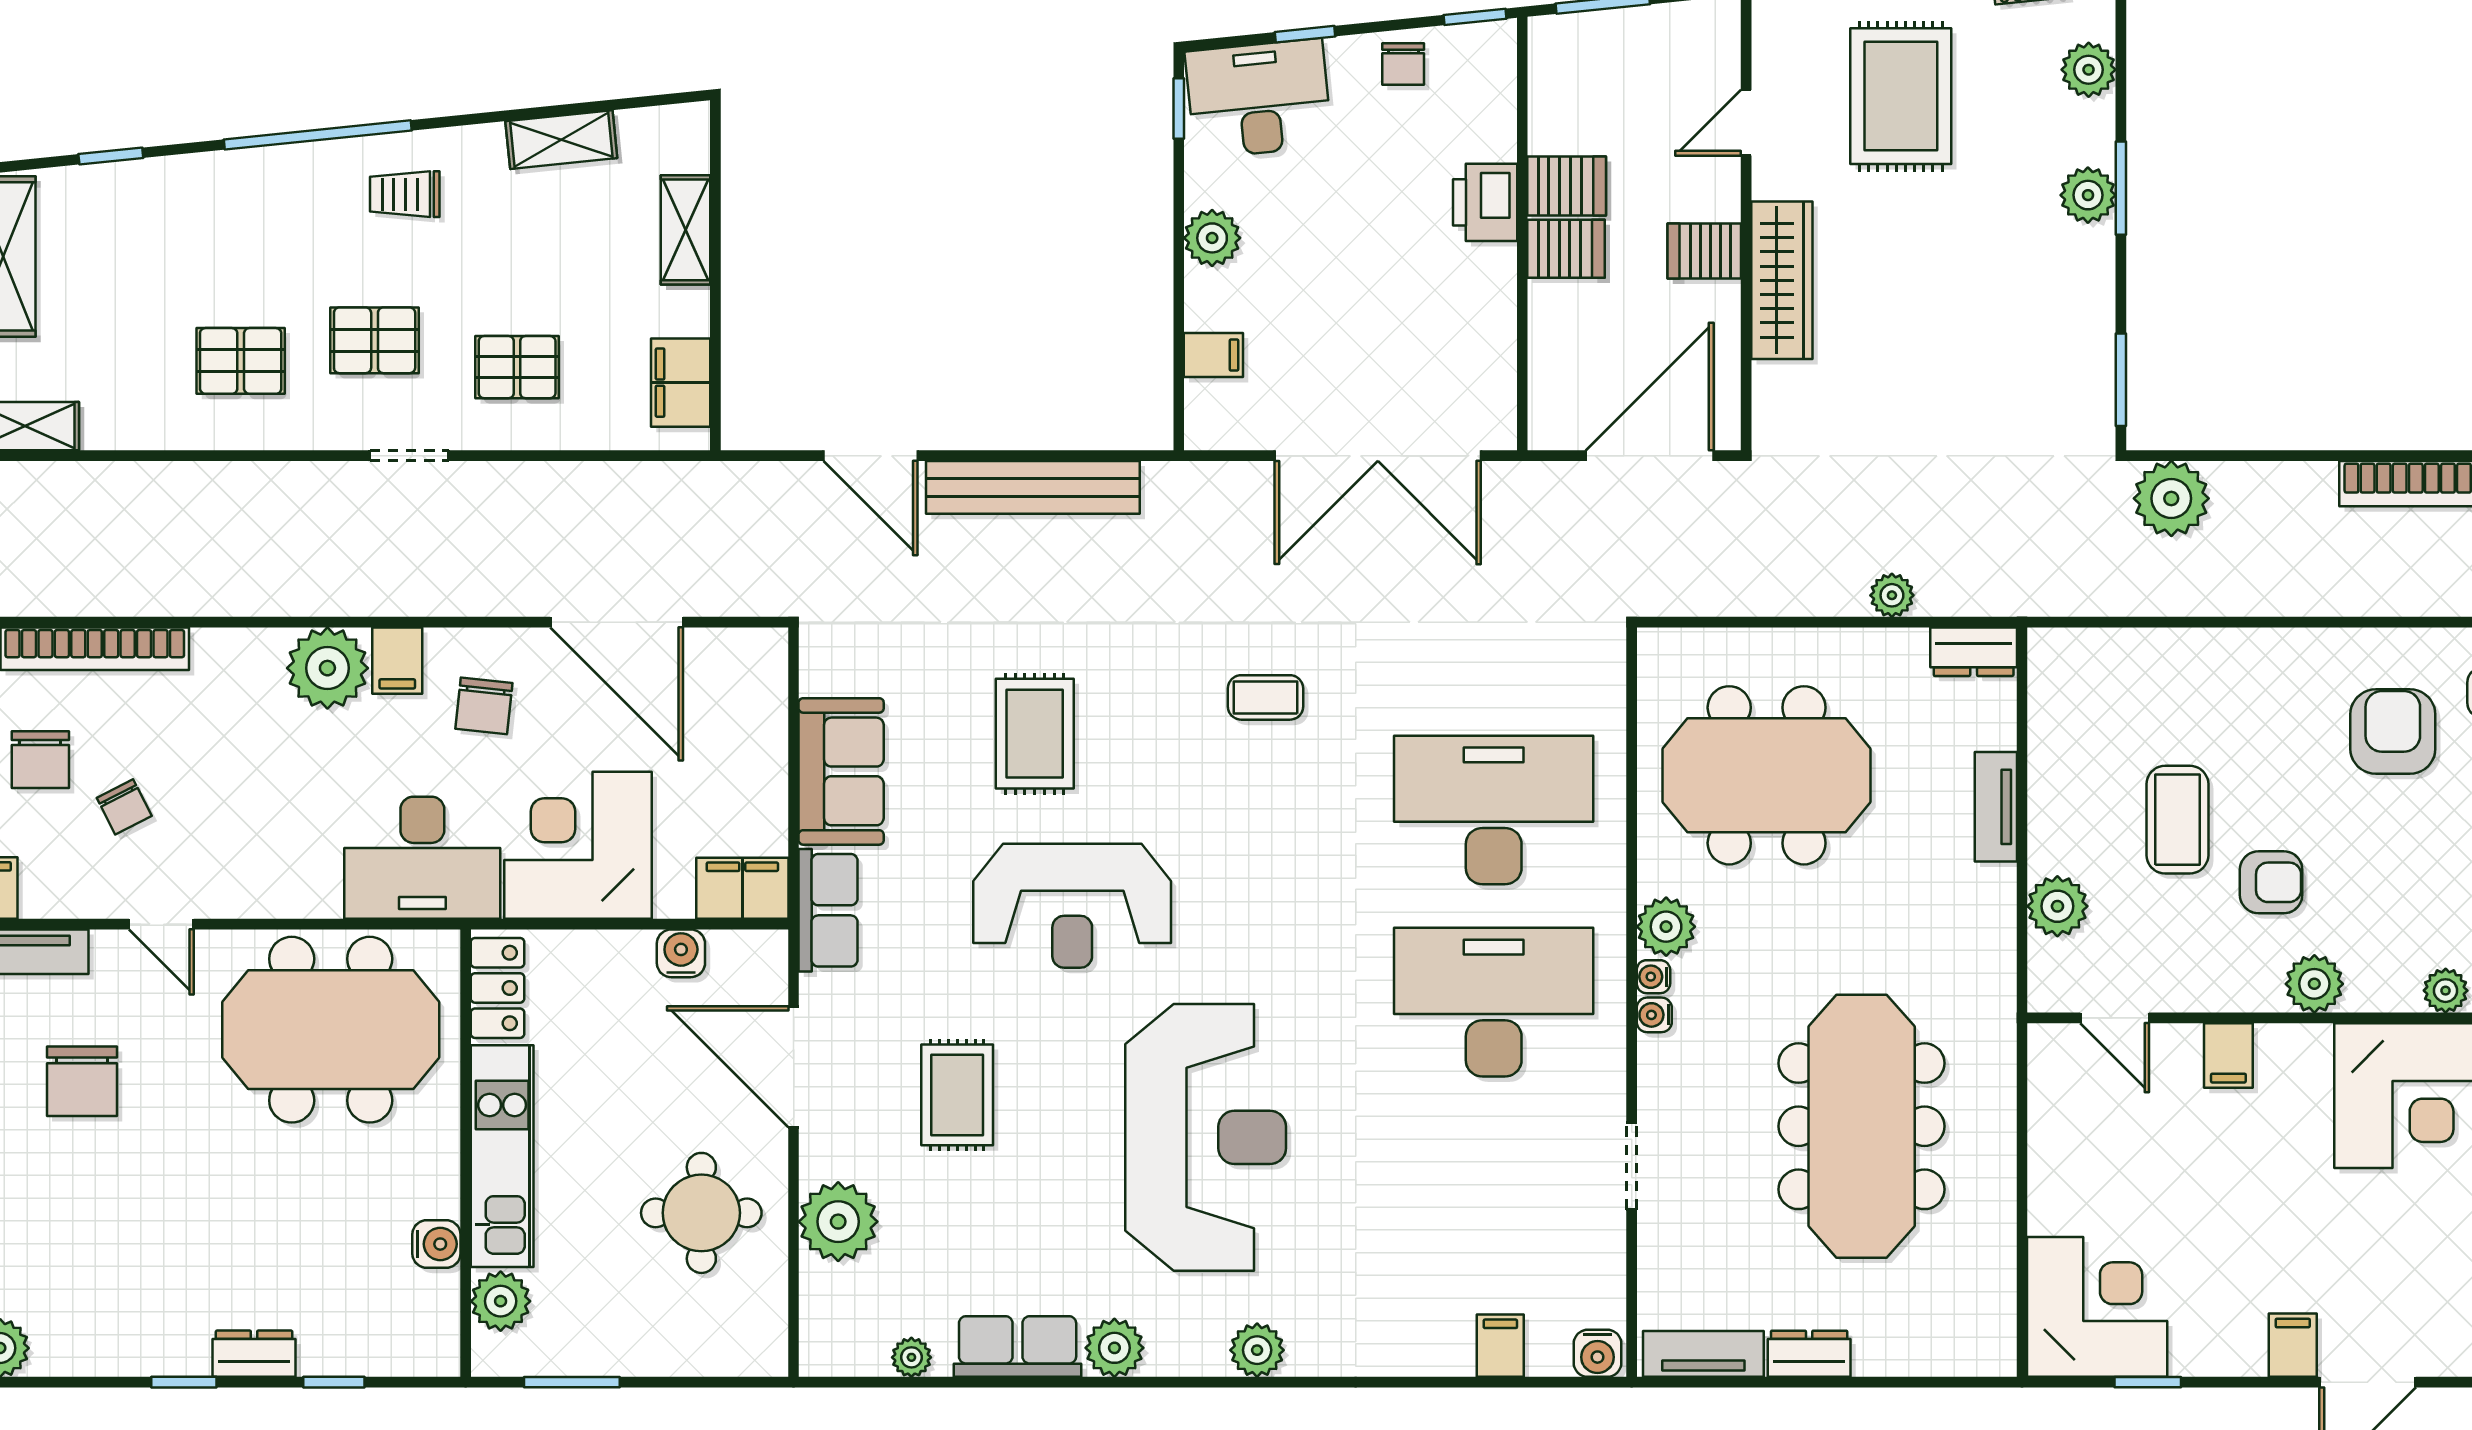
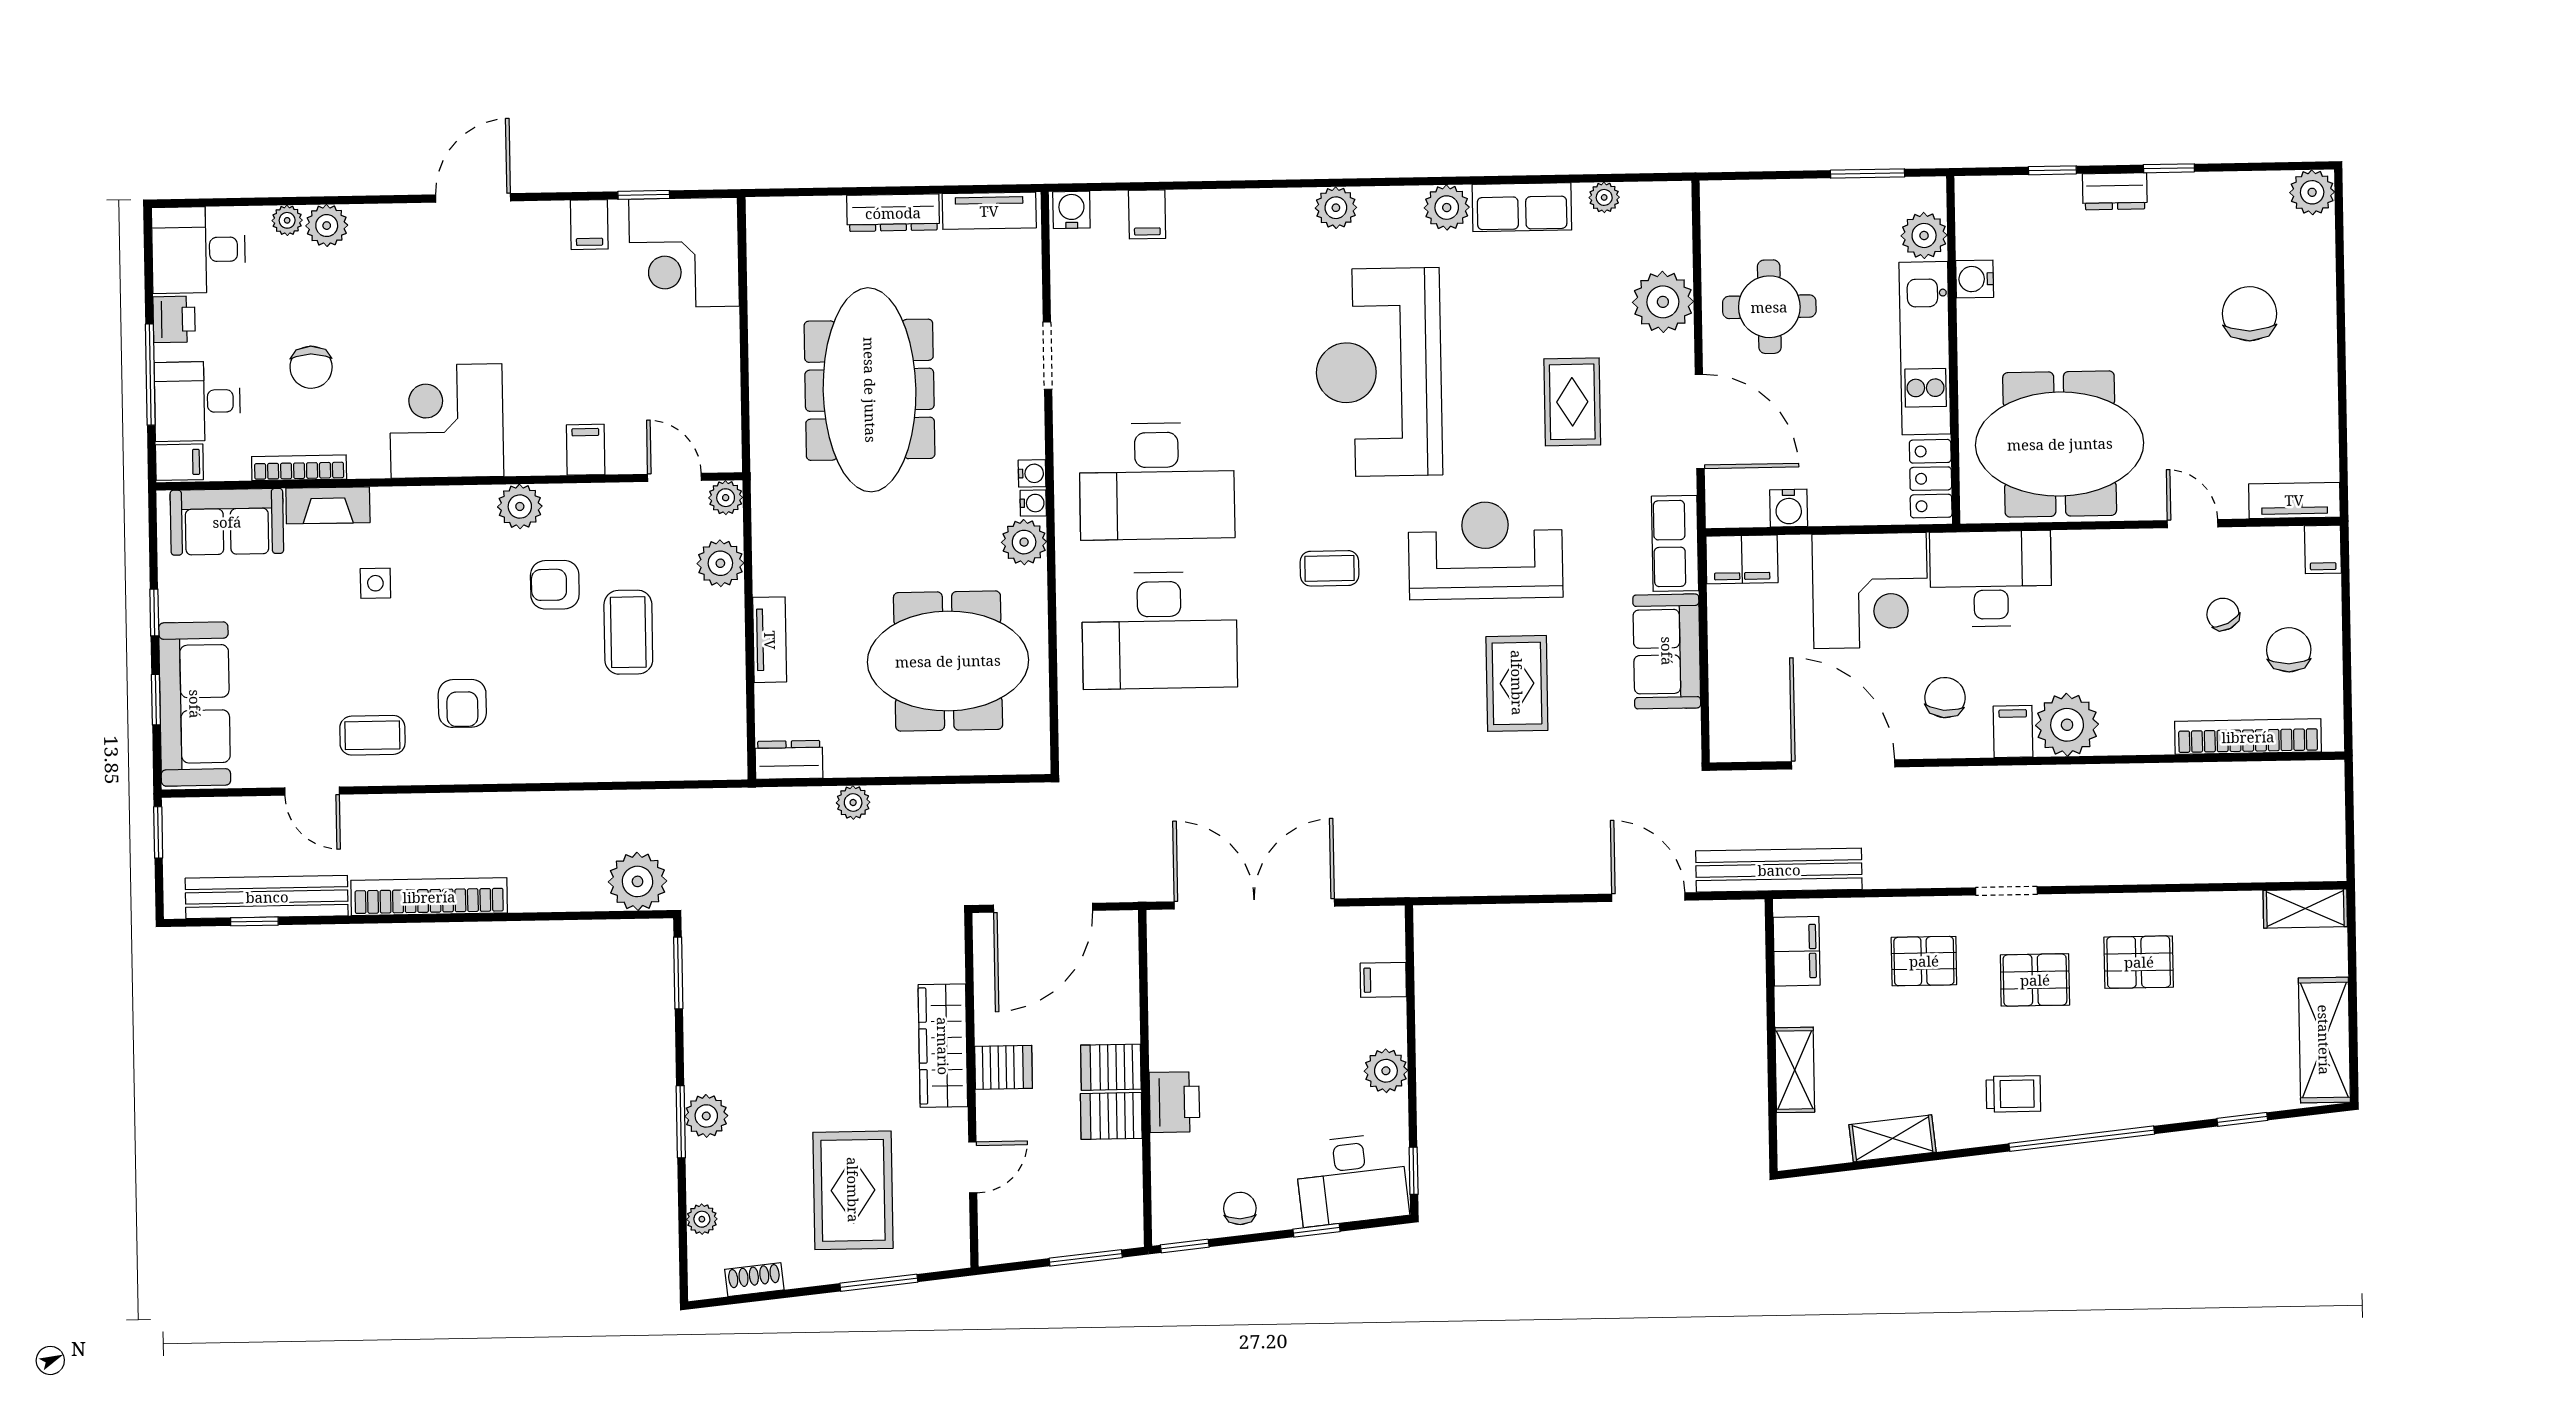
plant: (2089, 70) -> (702, 1219), width x0.73, depth x0.73
bench: (1033, 487) -> (1779, 870), moved
coffee table: (1266, 697) -> (1330, 568), moved
armchair: (2393, 732) -> (462, 703), width x0.72, depth x0.72
plant: (2446, 991) -> (726, 498), moved
chair: (82, 1081) -> (2249, 314), moved
filing cabinet: (2293, 1345) -> (589, 225), moved
dresser: (1809, 1354) -> (893, 213), width x1.44

